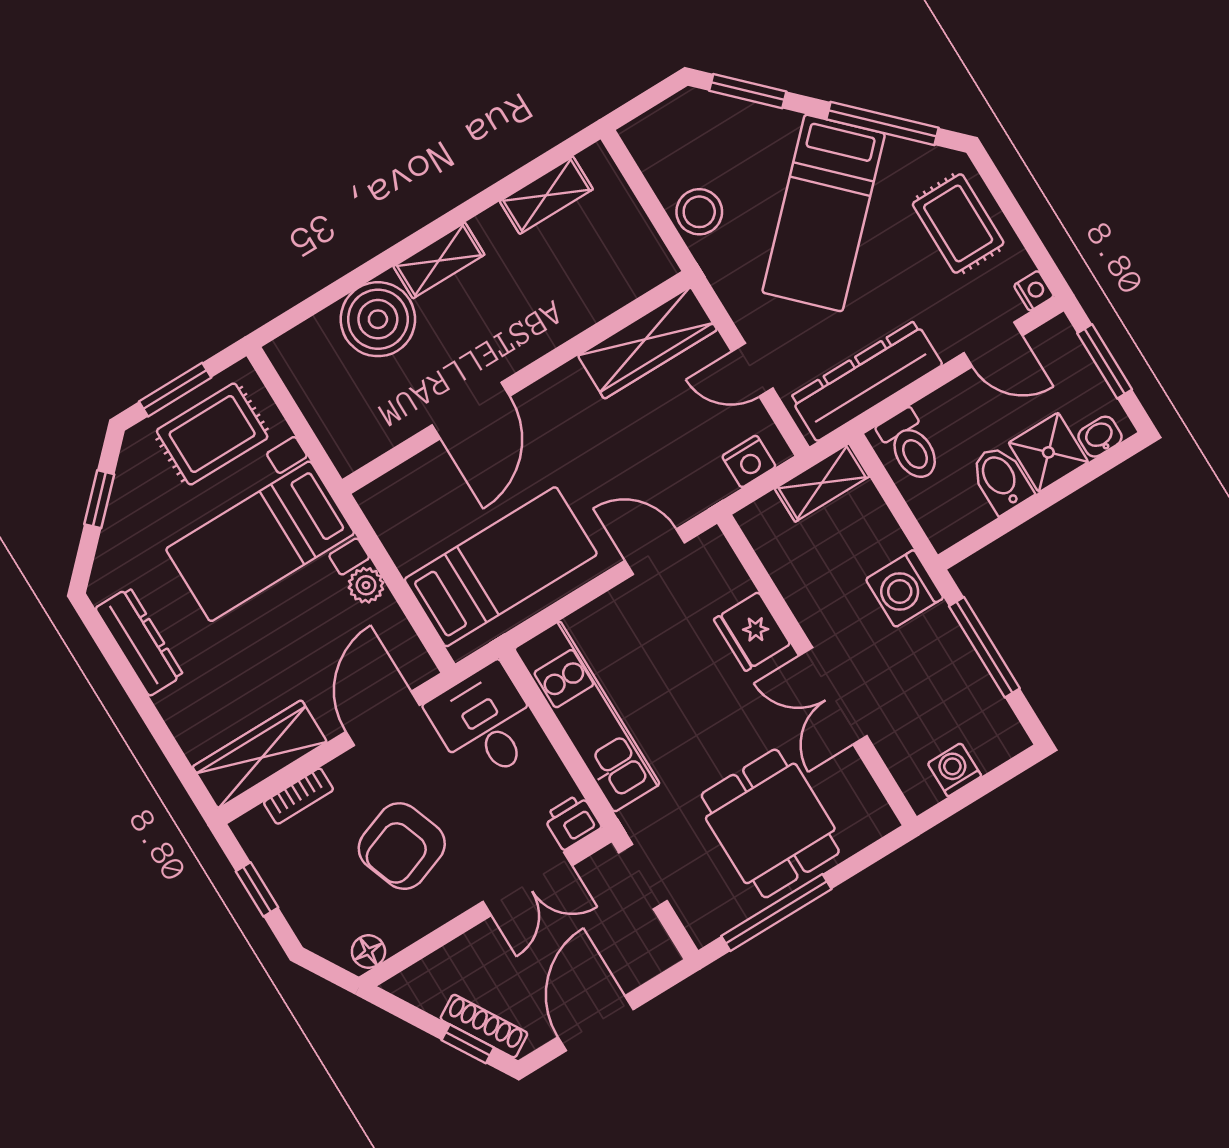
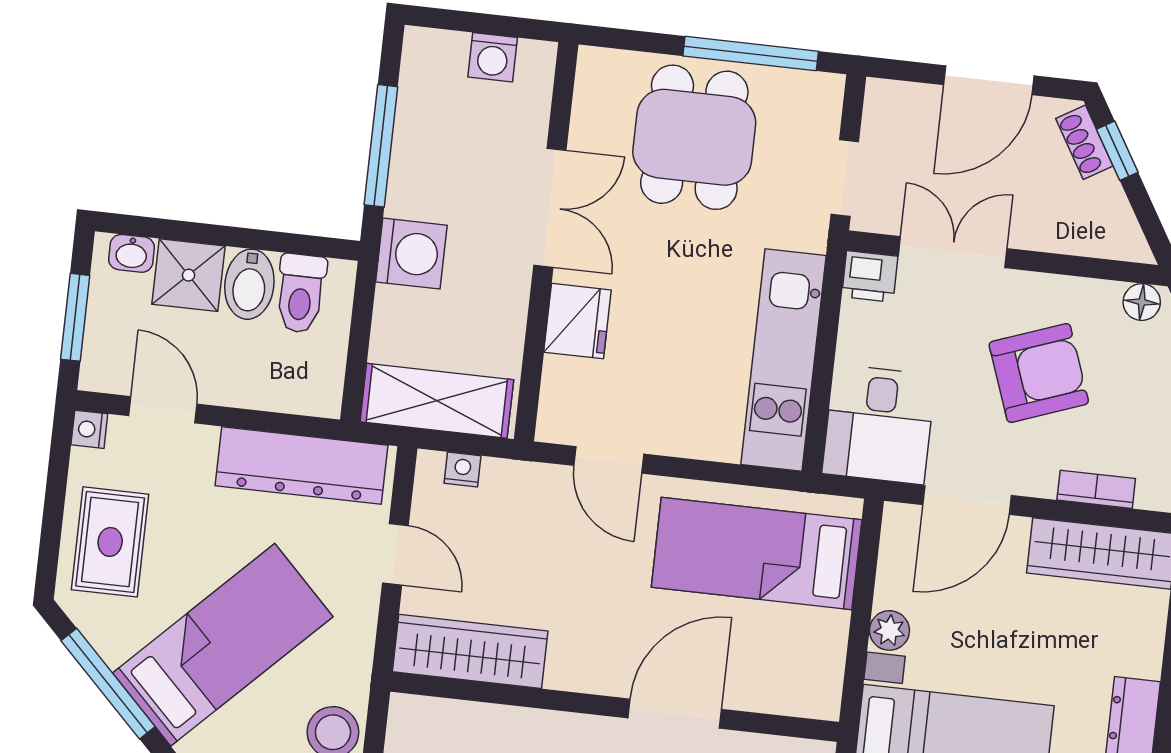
toilet: (910, 446) -> (301, 293), moved, turned 180
nightstand: (749, 461) -> (463, 469), width x0.72, depth x0.74
shelving: (822, 483) -> (437, 401), width x1.50, depth x1.33
shoe rack: (484, 1026) -> (1084, 142), width x0.70

